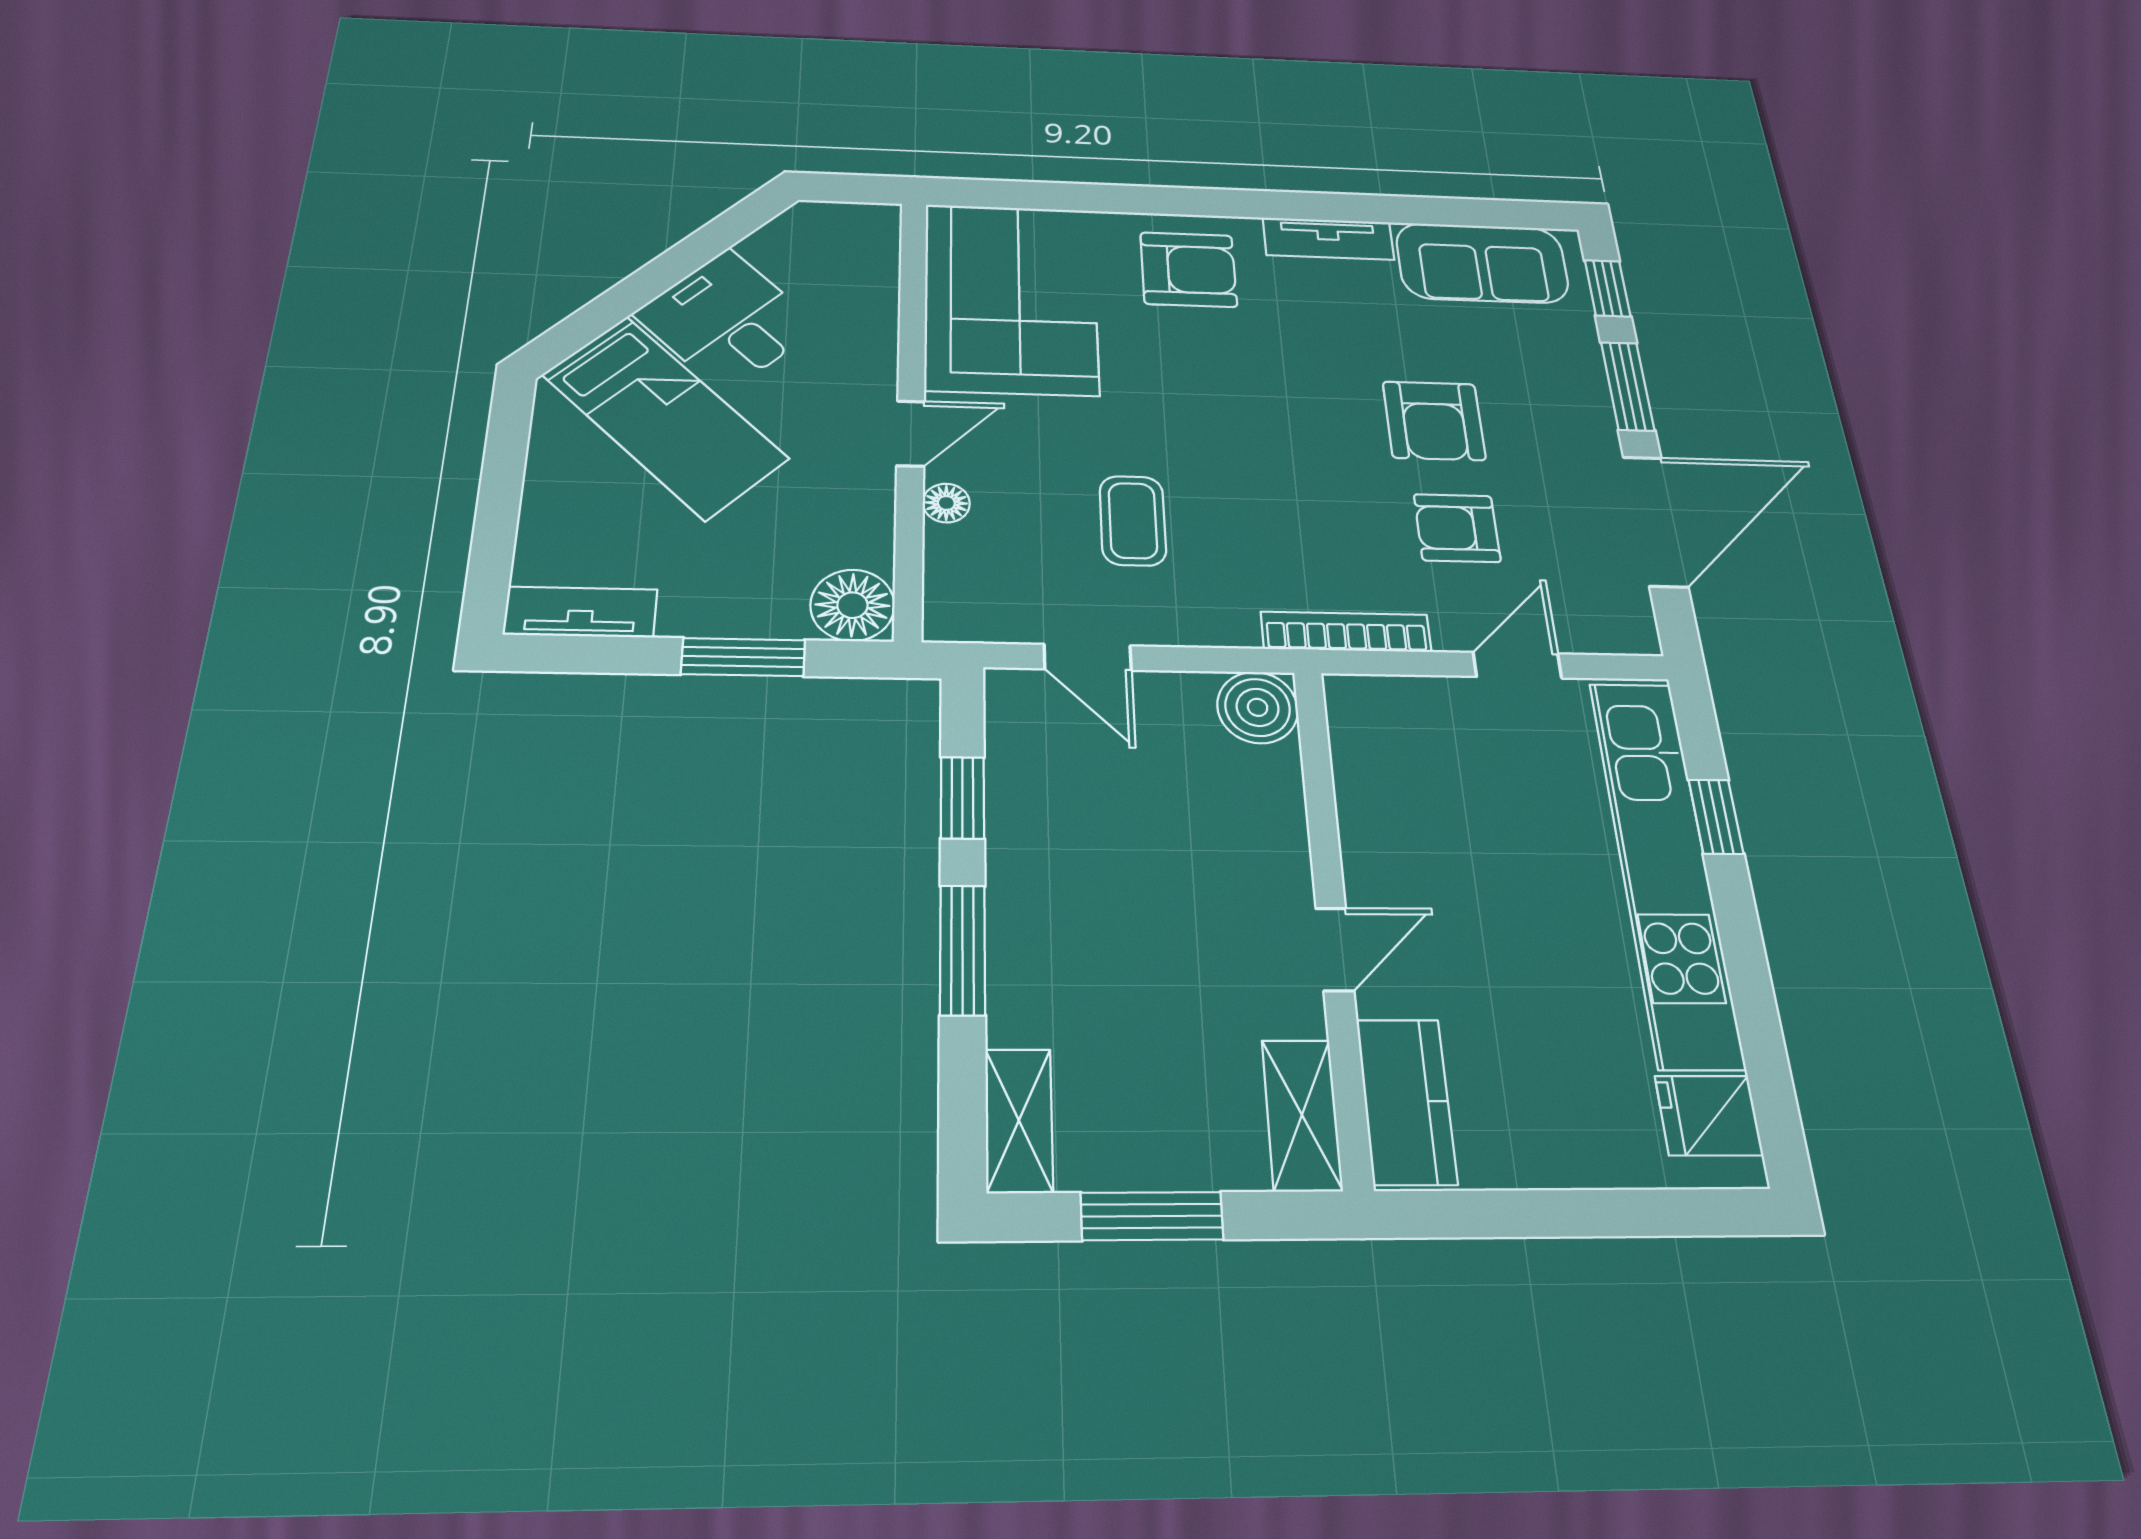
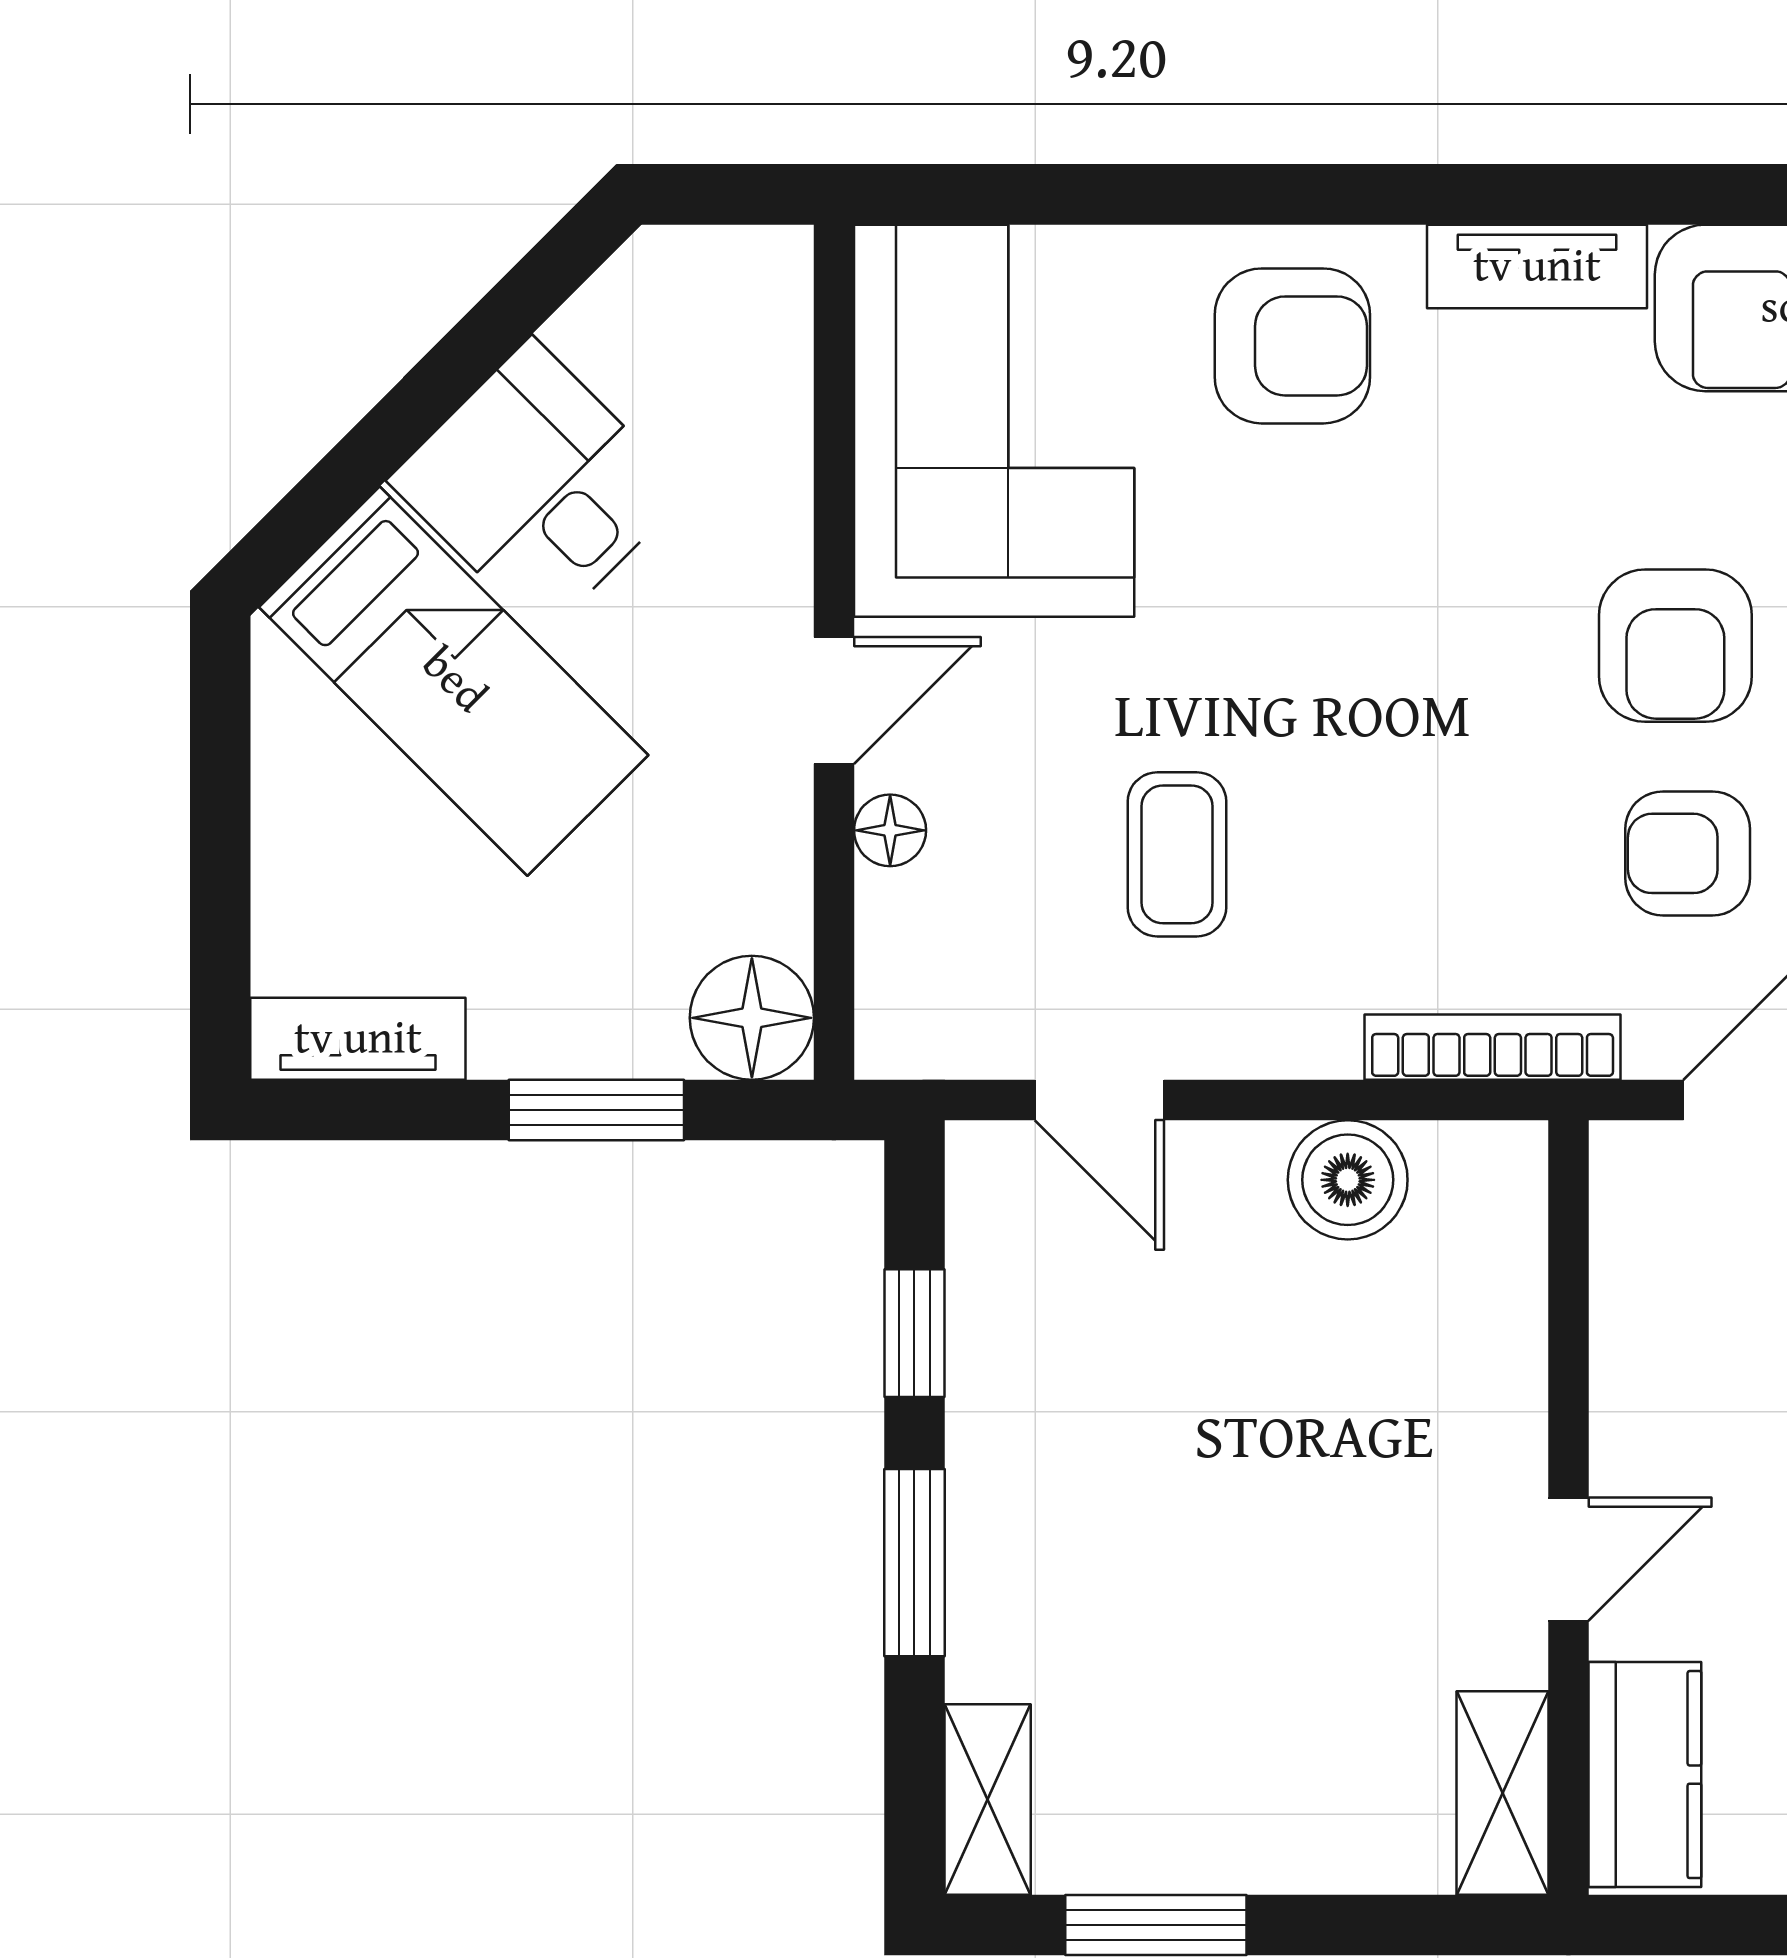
wall: (1331, 915) -> (1568, 1507), moved
door: (1335, 949) -> (1568, 1559), moved
kitchen counter: (1406, 1101) -> (1645, 1775), moved
shelving: (1302, 1115) -> (1503, 1793), moved

